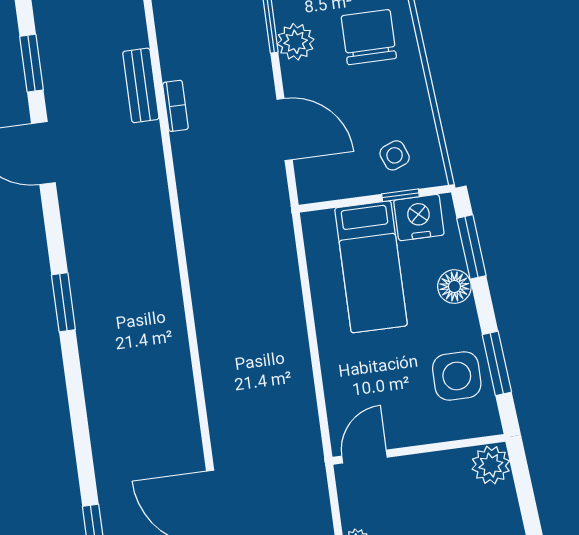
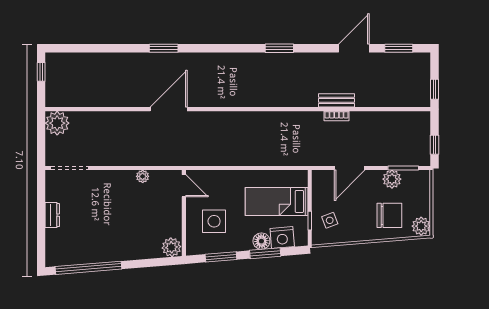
bench: (141, 85) -> (336, 100), moved
bookcase: (175, 106) -> (337, 116), moved
nightstand: (419, 218) -> (282, 238), moved, turned 85
window: (471, 247) -> (265, 253), moved
side table: (457, 376) -> (214, 221), moved

